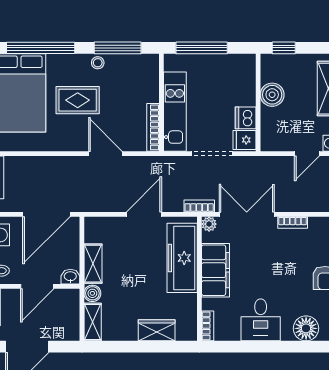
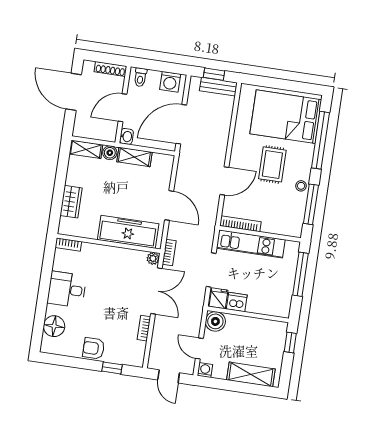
boiler: (272, 95) -> (215, 321), moved
door: (46, 214) -> (181, 124), hinge flipped
filing cabinet: (215, 270) -> (114, 258), removed
door: (37, 286) -> (122, 108), hinge flipped

